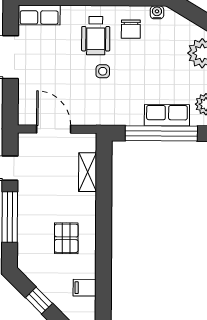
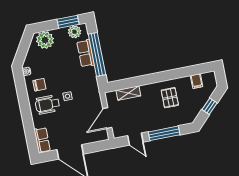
wheelchair: (96, 36) -> (47, 105), turned 180
pallet: (66, 238) -> (170, 98), turned 90

